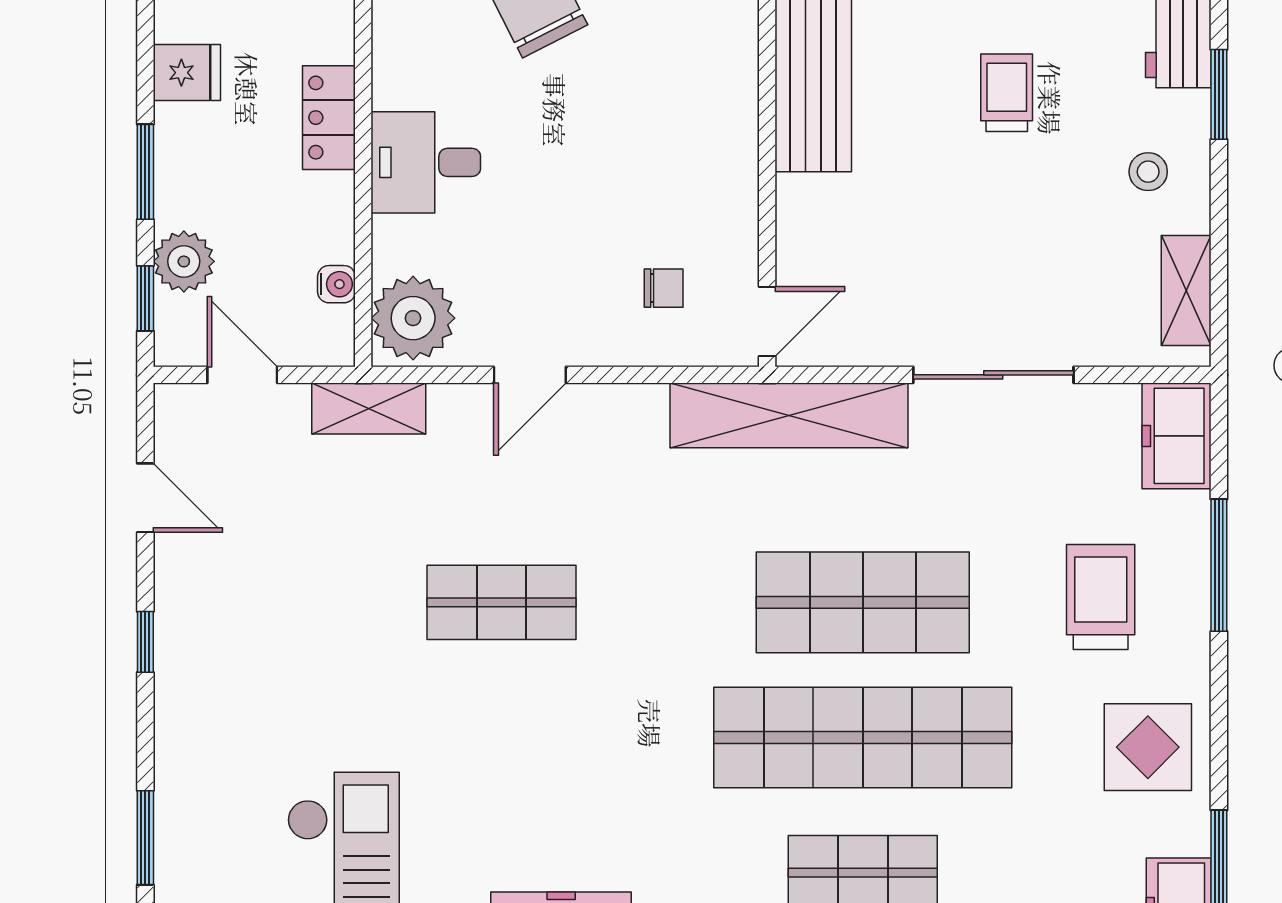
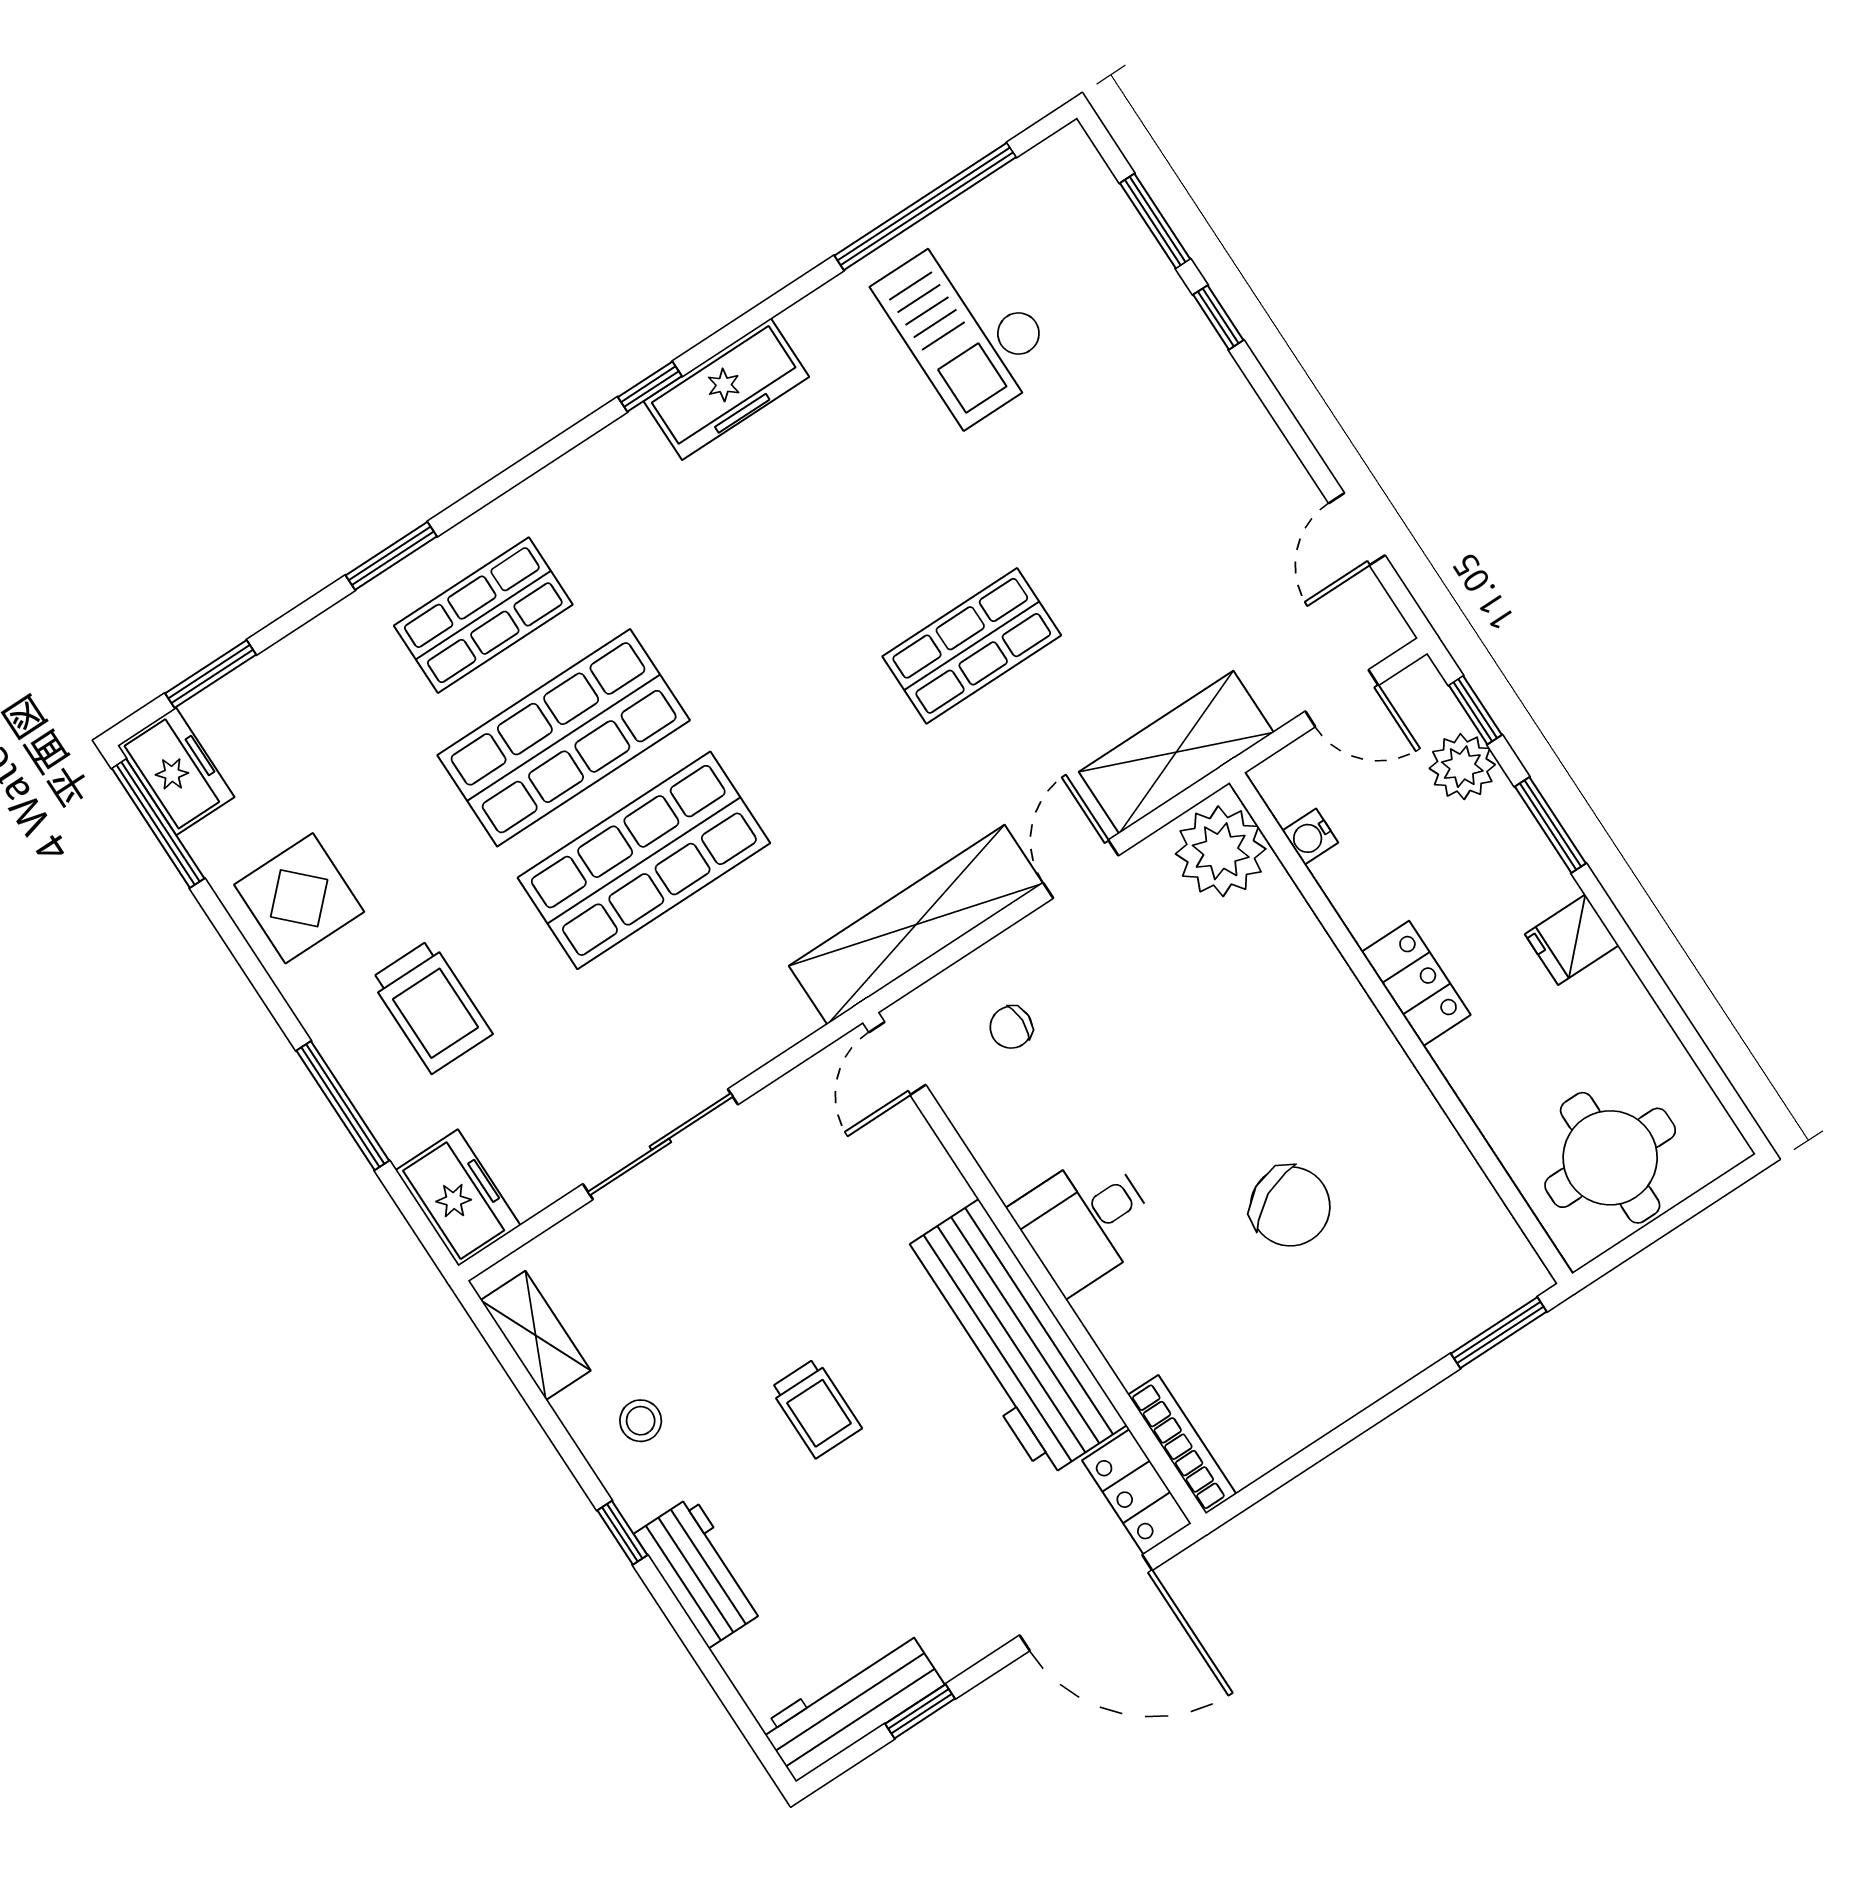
window: (1219, 94) -> (622, 1533), width x0.67
desk: (426, 162) -> (1085, 1221), moved, turned 180
shelving: (369, 409) -> (1176, 752), width x1.50, depth x1.33
shelving: (789, 415) -> (916, 925), moved
door: (145, 498) -> (1357, 529), hinge flipped
window: (145, 642) -> (1218, 317), moved
shop shelf: (863, 738) -> (564, 738), width x0.71

